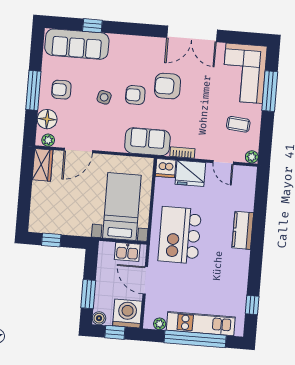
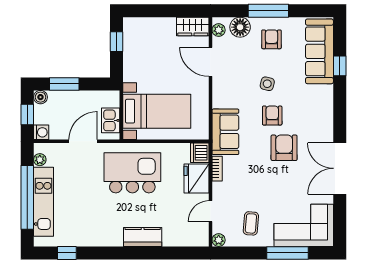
washing machine: (127, 313) -> (41, 132), width x0.53, depth x0.53

